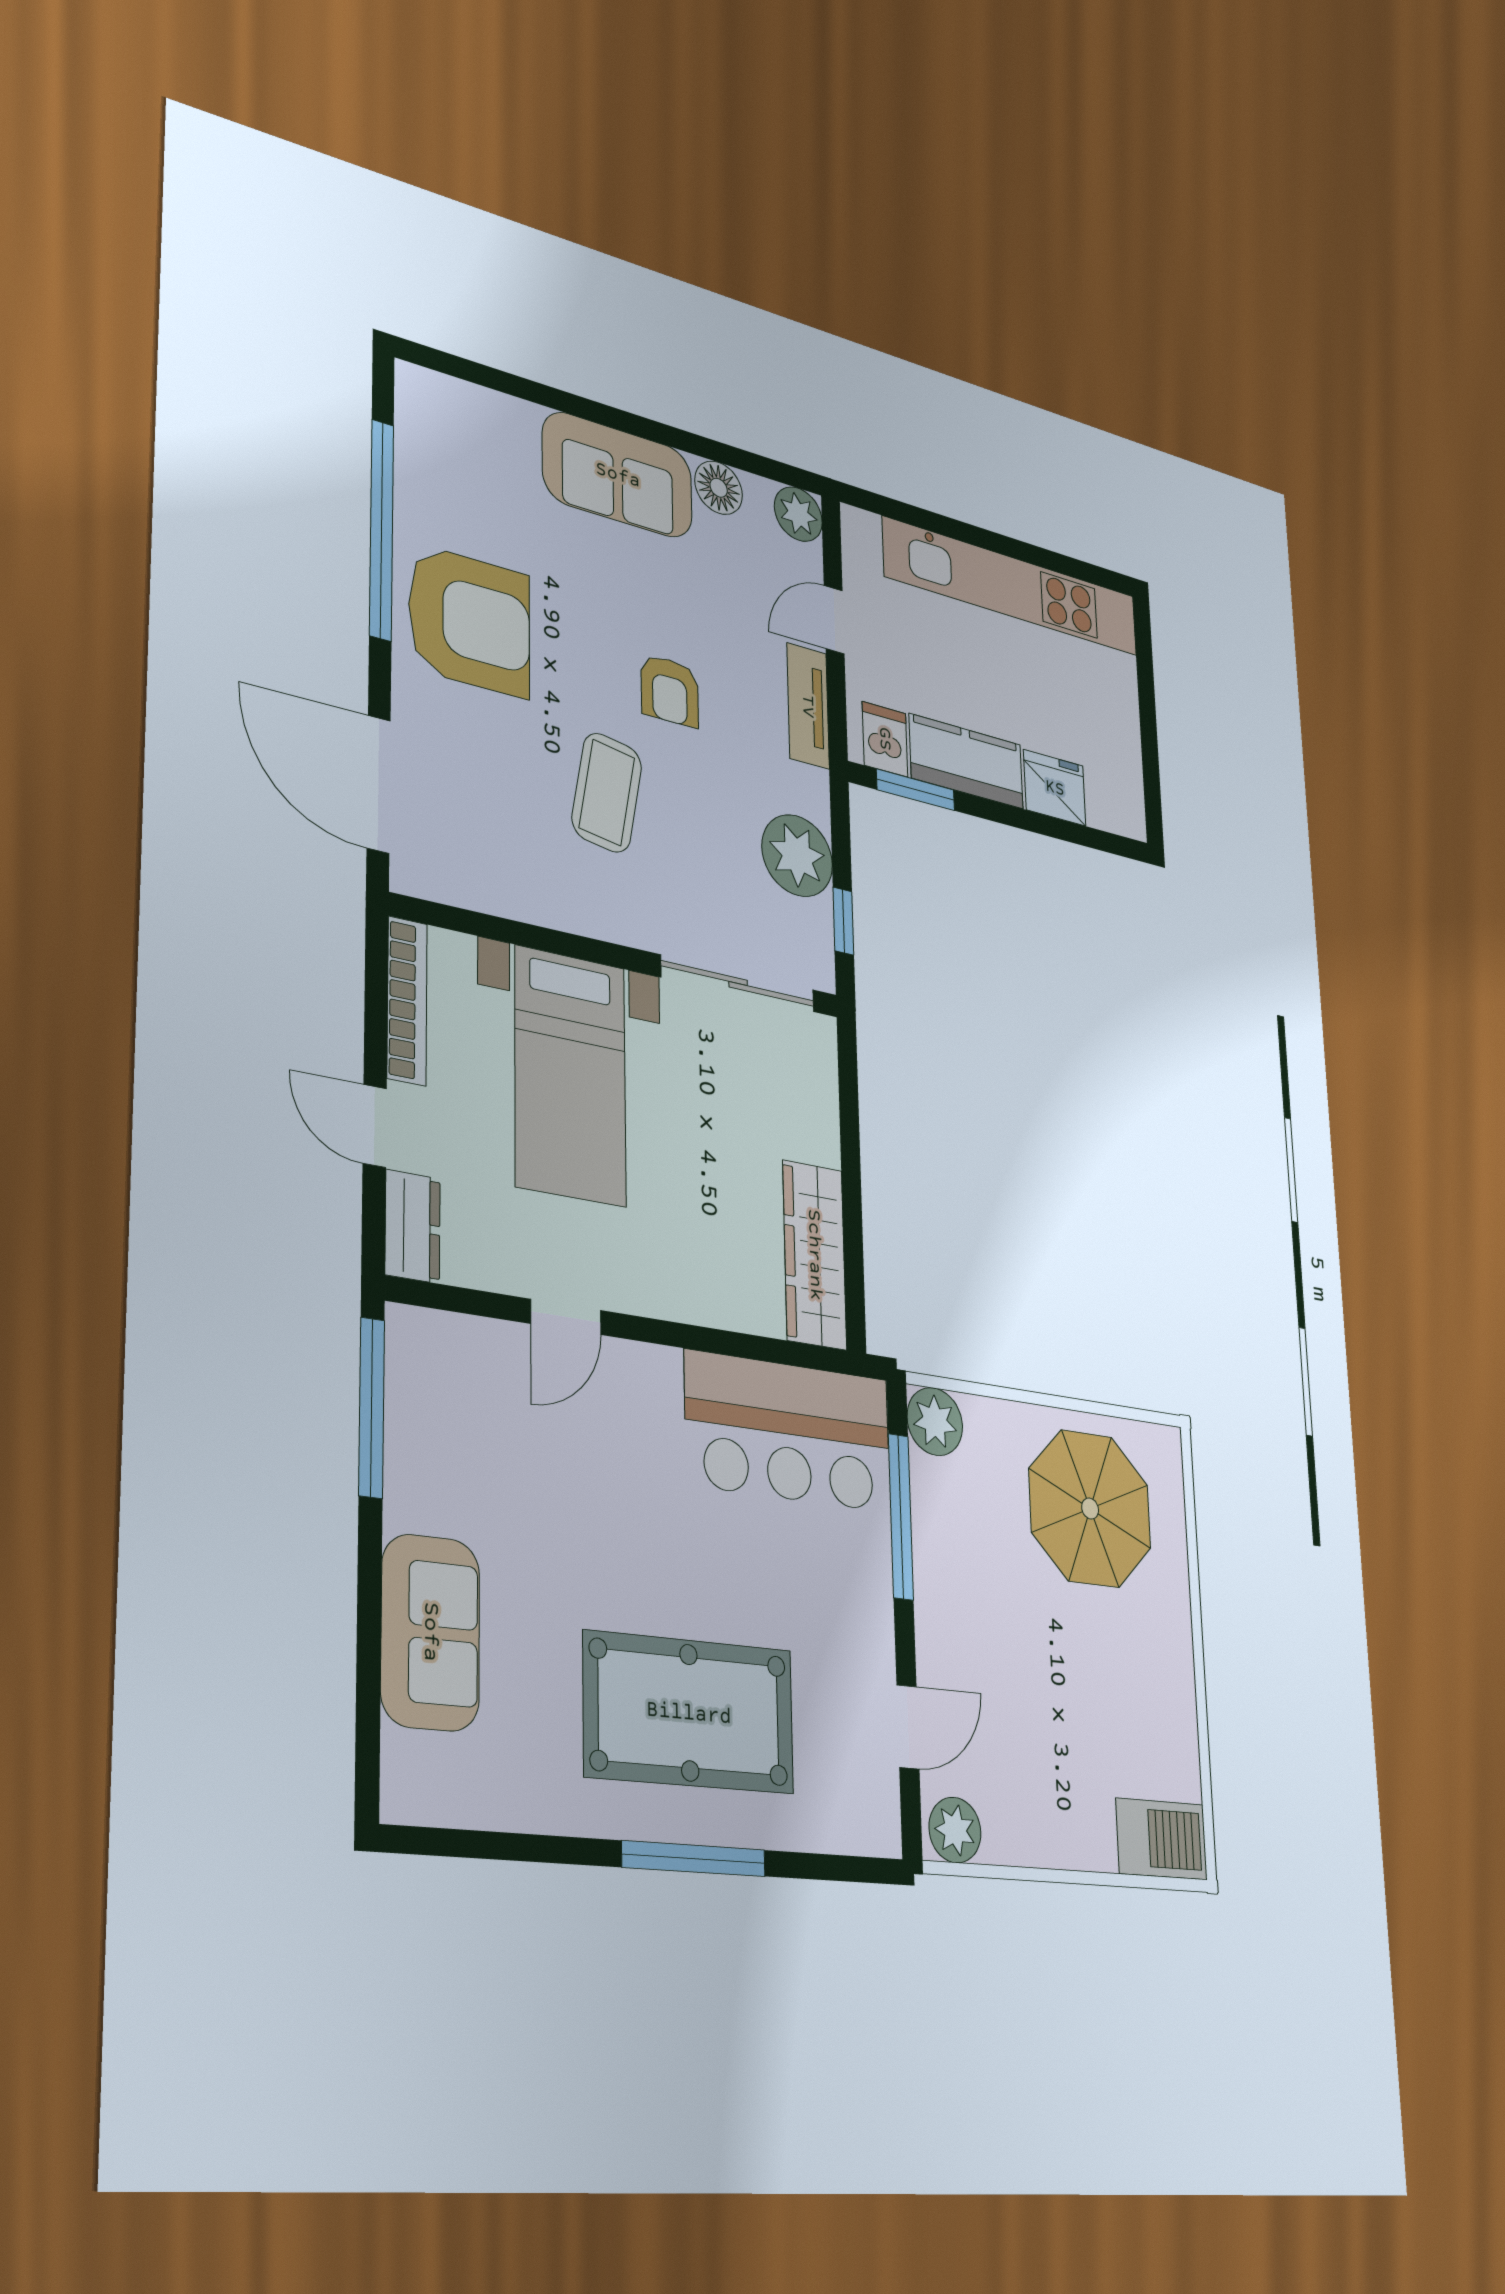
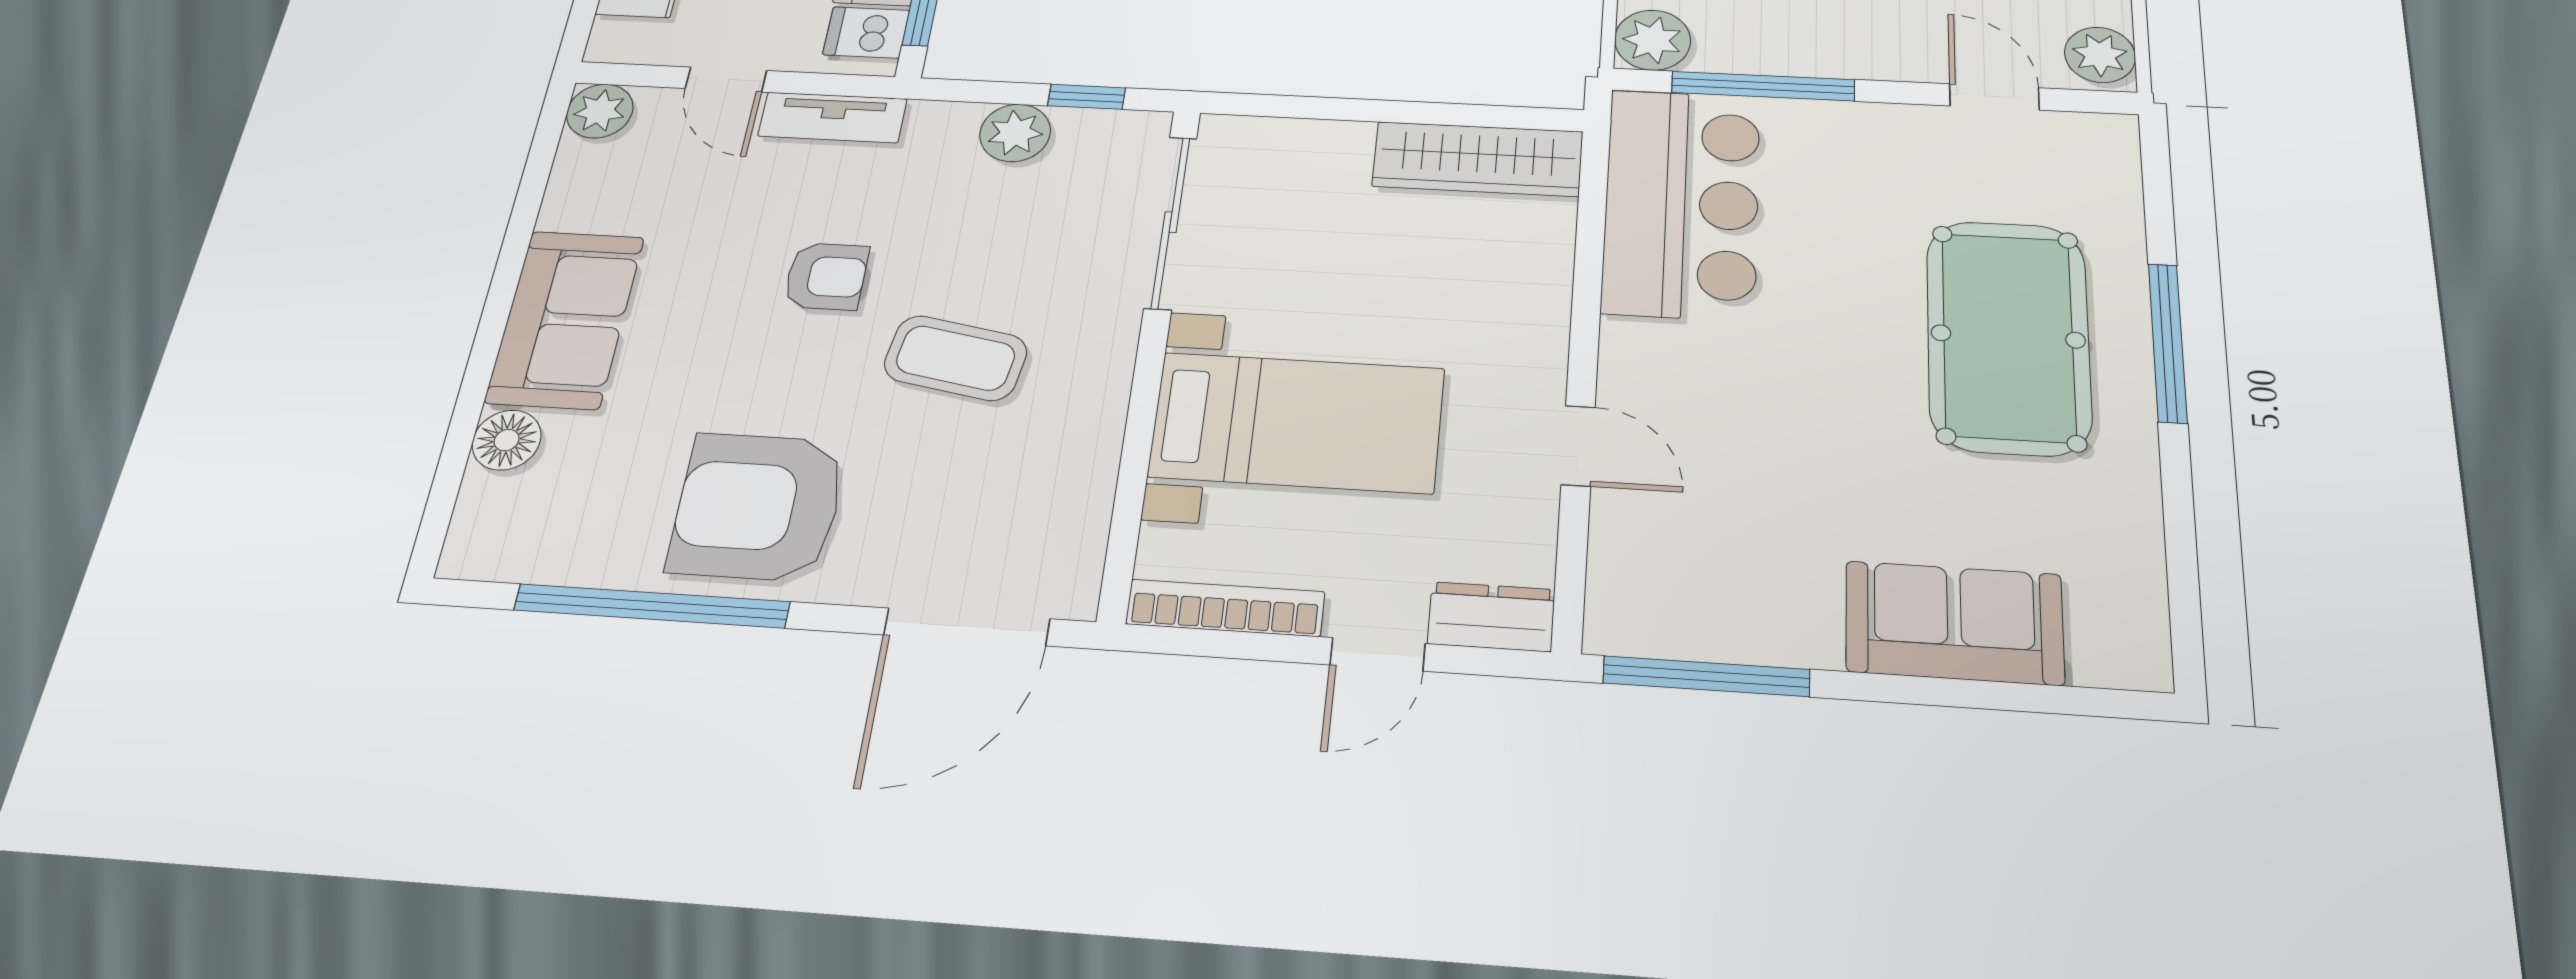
floor lamp: (719, 488) -> (507, 440), moved
armchair: (470, 621) -> (758, 507), turned -90
plant: (797, 856) -> (1015, 133), width x0.73, depth x0.73

